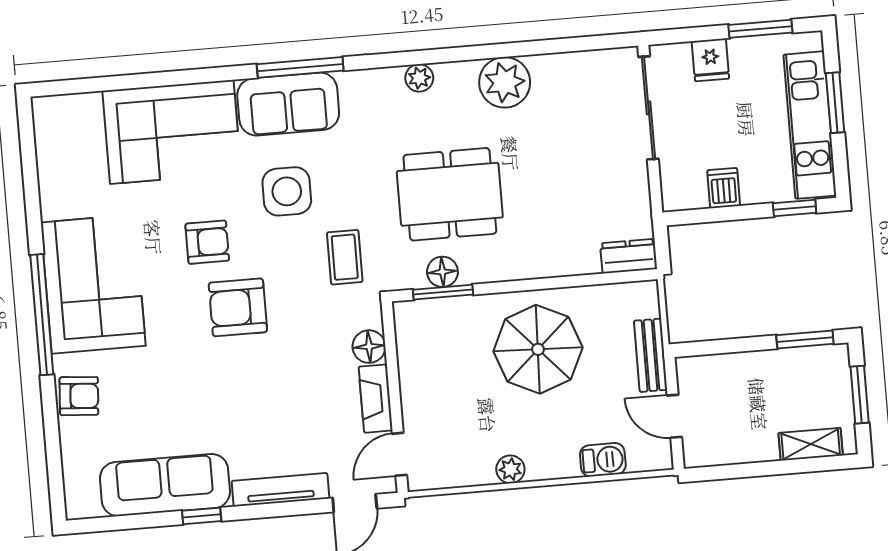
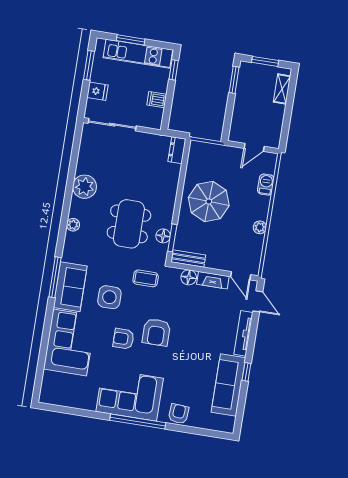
armchair: (207, 242) -> (123, 339), turned -90
bench: (651, 355) -> (188, 258), moved

